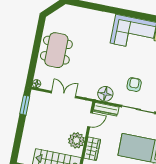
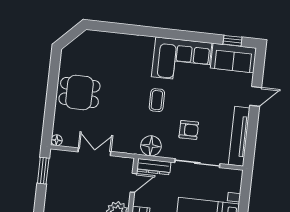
dining table: (56, 50) -> (79, 92), width x0.73
coffee table: (113, 61) -> (157, 100), added
armchair: (134, 85) -> (189, 130), turned 90

